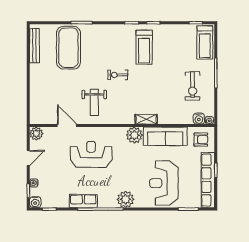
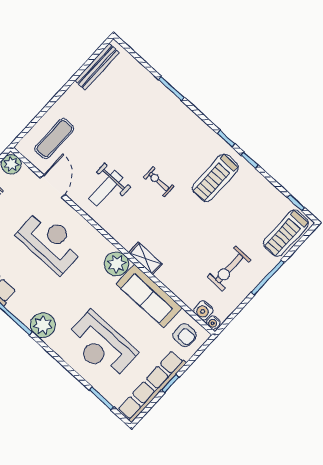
exercise mat: (68, 48) -> (54, 139), moved, width x0.50, depth x0.69
reception desk: (164, 183) -> (101, 346), turned -90

